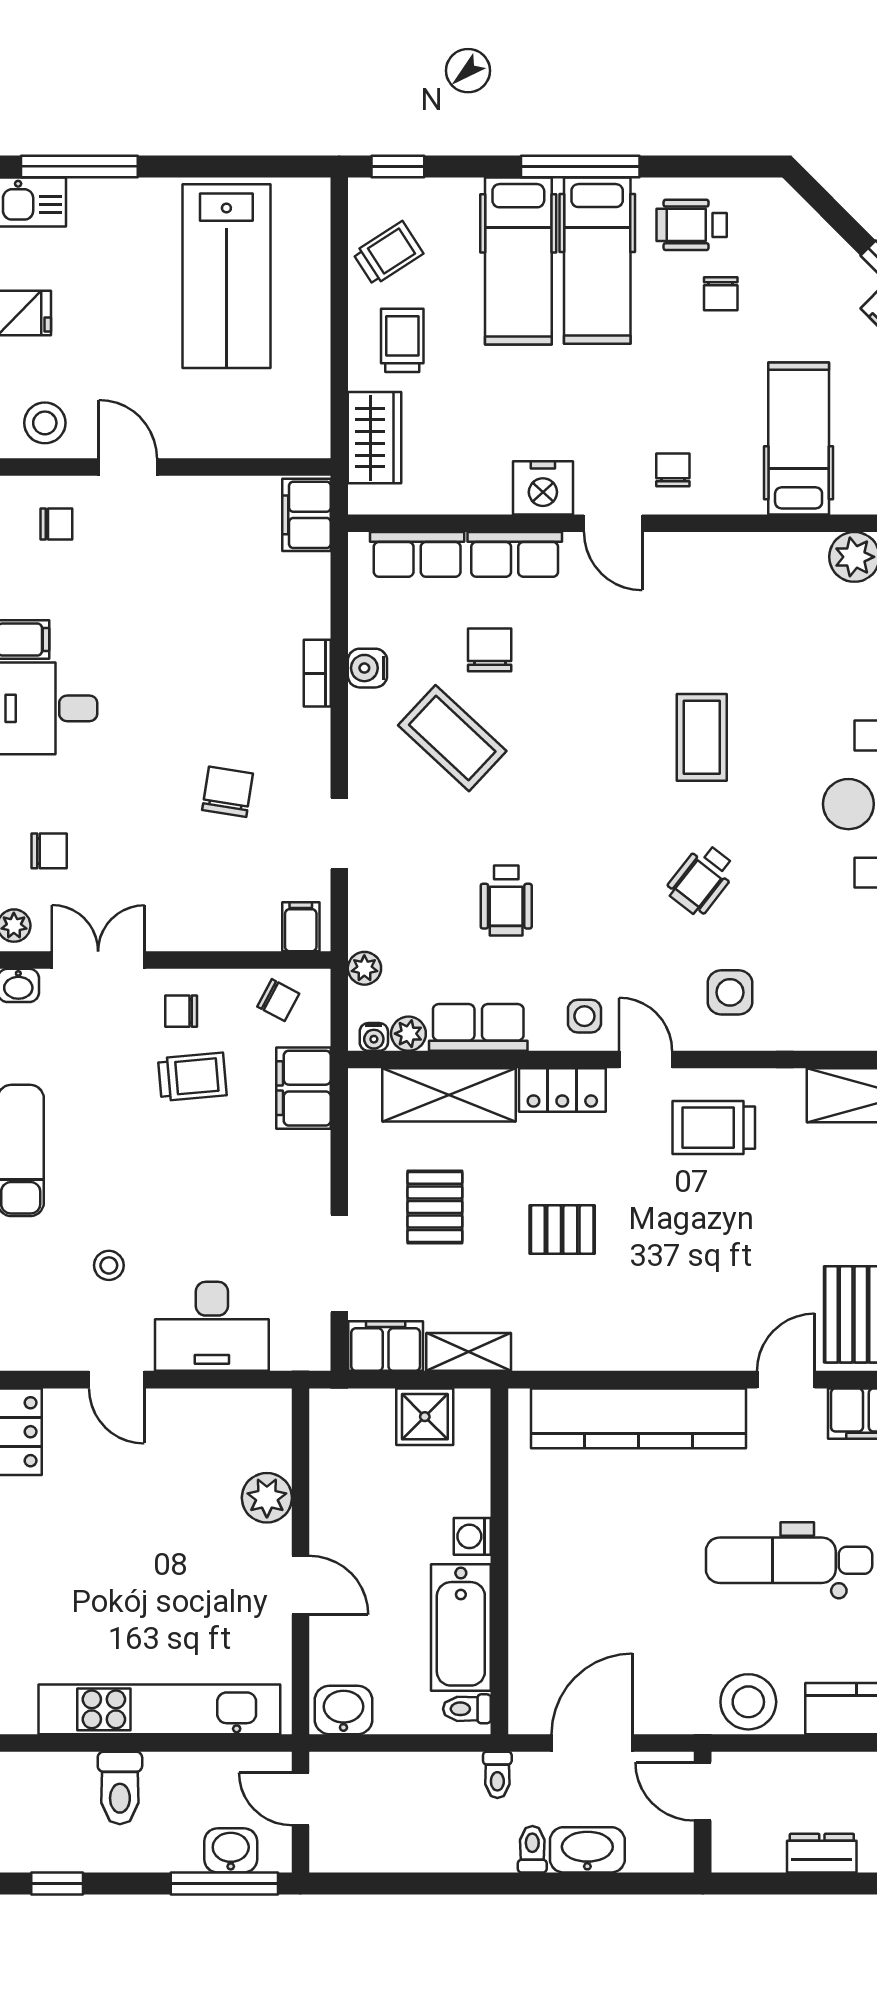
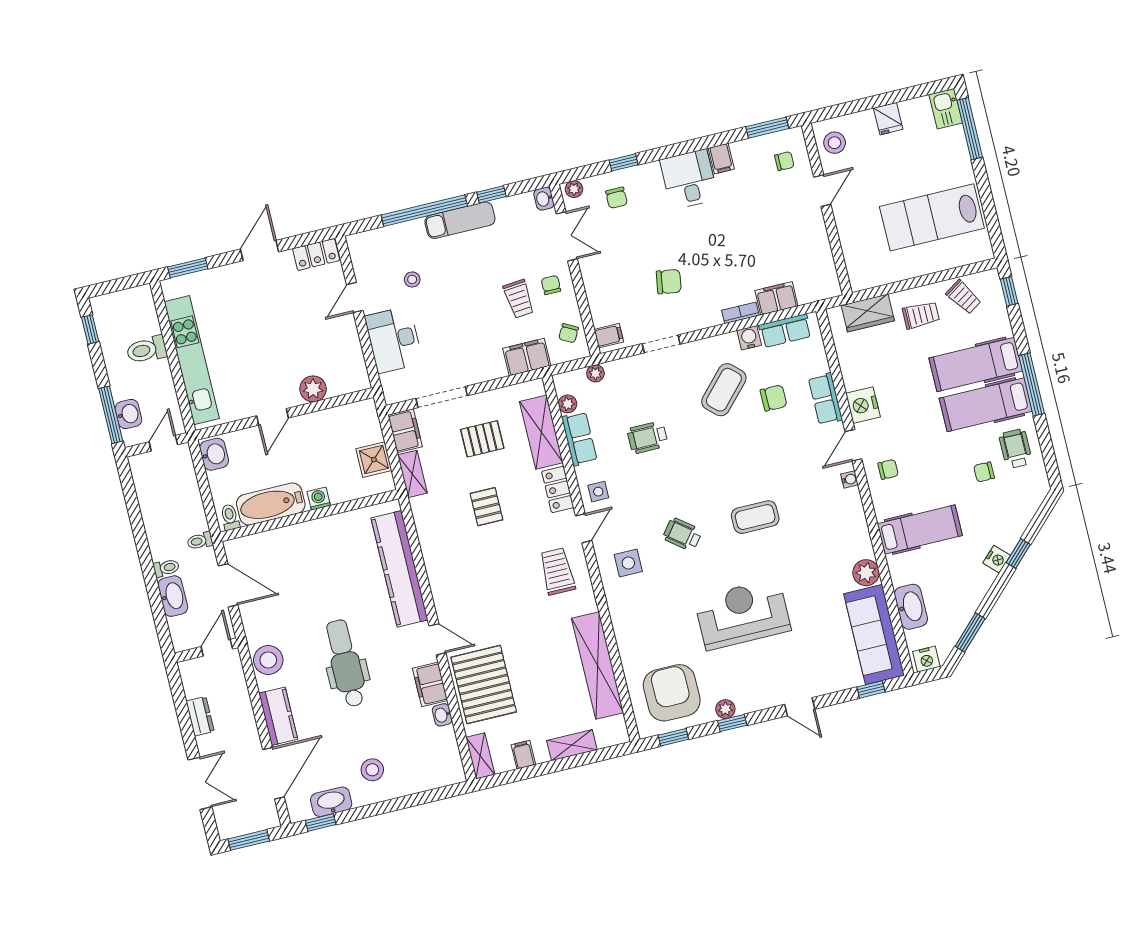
filing cabinet: (307, 515) -> (776, 298), moved
chair: (56, 524) -> (784, 161), turned -90
row of seats: (417, 554) -> (785, 331), moved, turned -90
water cooler: (374, 1037) -> (849, 479), moved, turned 180

